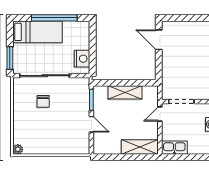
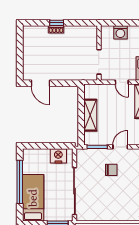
door: (159, 40) -> (40, 83), hinge flipped
chair: (43, 101) -> (111, 170), moved
door: (160, 114) -> (122, 82), moved

